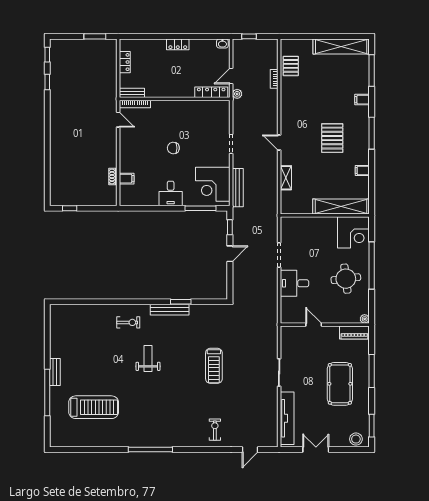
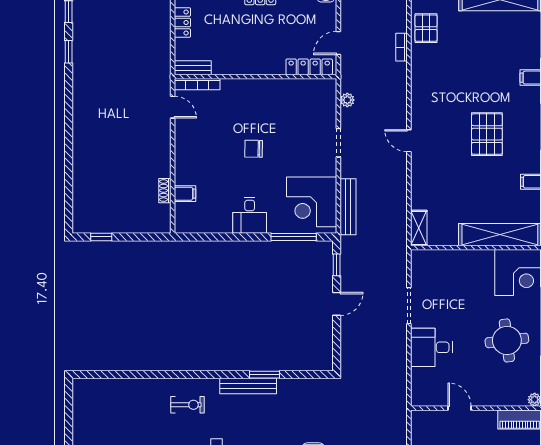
plant: (237, 94) -> (347, 100), moved
shelving: (286, 178) -> (419, 228), moved

